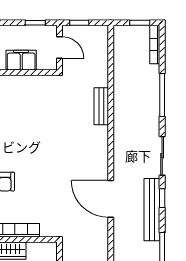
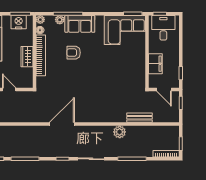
door: (59, 47) -> (164, 89), hinge flipped
bench: (101, 106) -> (139, 118), moved
plant: (122, 113) -> (120, 132), added
bench: (152, 210) -> (55, 152), removed

